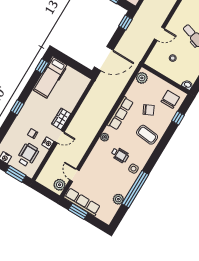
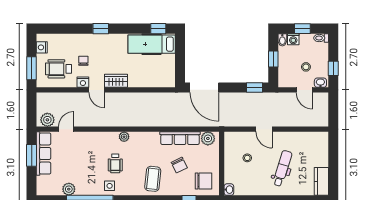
row of seats: (120, 113) -> (180, 138), moved
wheelchair: (28, 155) -> (58, 69), turned 180

